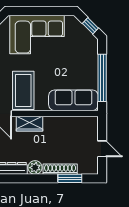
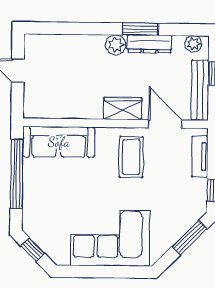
coffee table: (23, 90) -> (131, 157), width x0.73, depth x0.76
shoe rack: (60, 169) -> (79, 42), removed
window: (70, 178) -> (141, 29), moved

